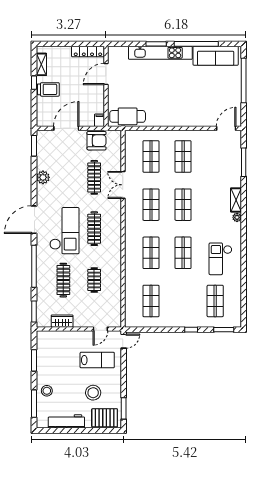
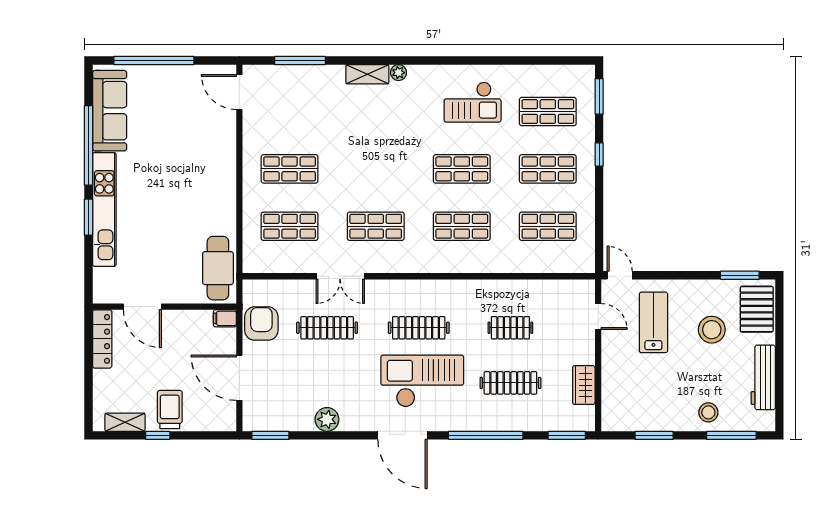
shop shelf: (183, 205) -> (548, 169), moved

